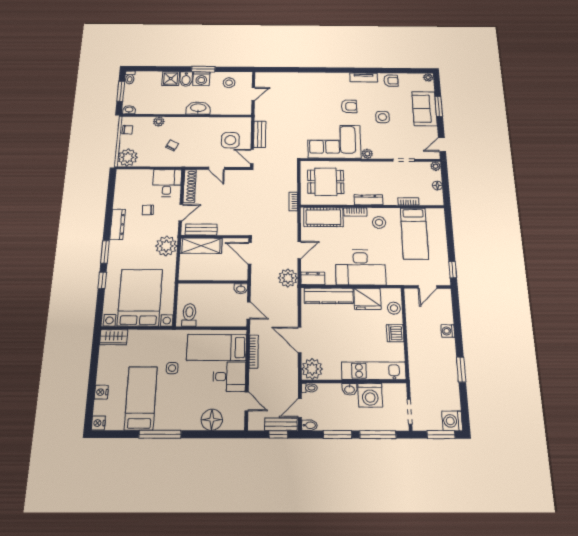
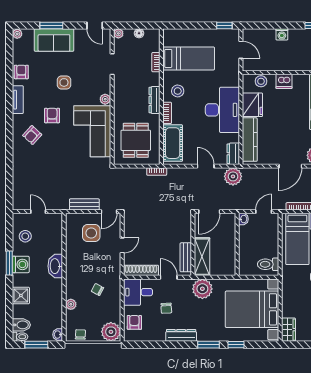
bidet: (186, 79) -> (21, 325), moved
armchair: (329, 89) -> (32, 135), added
armchair: (135, 179) -> (134, 322), added

